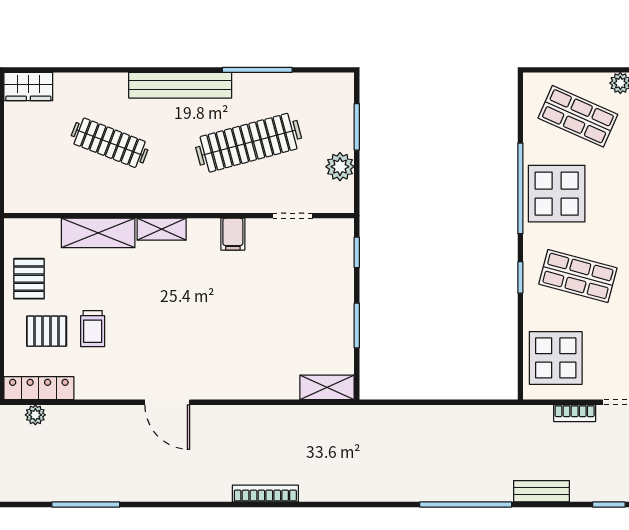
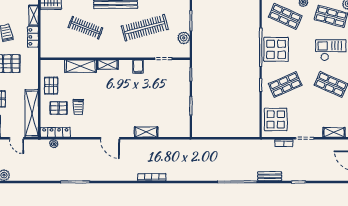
shop shelf: (578, 276) -> (285, 84), turned -39
shelving: (327, 387) -> (146, 132), moved

